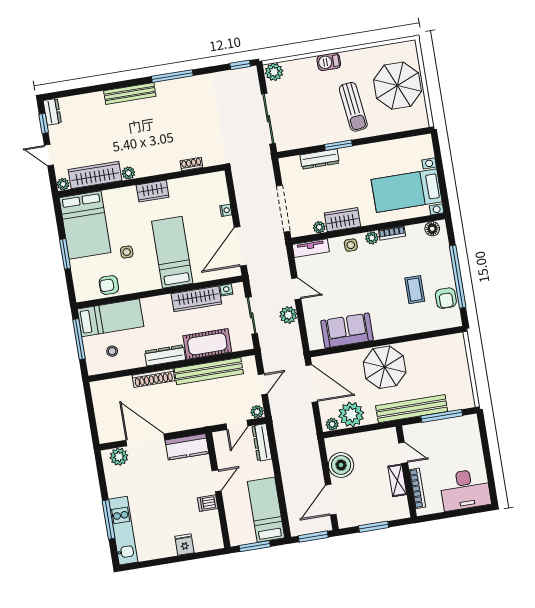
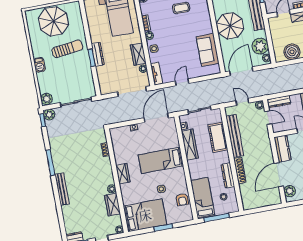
dresser: (320, 159) -> (98, 54), moved
wardrobe: (95, 175) -> (113, 205), width x0.67
door: (240, 246) -> (156, 118), swing flipped
plant: (288, 315) -> (49, 115), moved
dresser: (165, 355) -> (228, 176), moved

